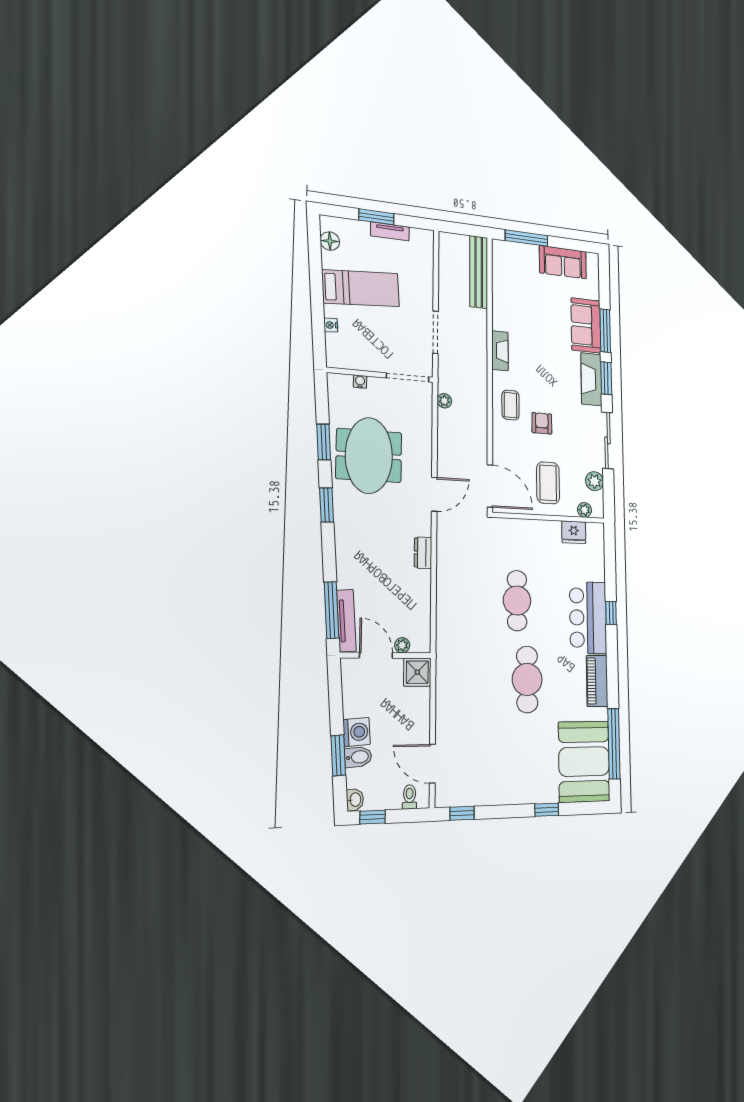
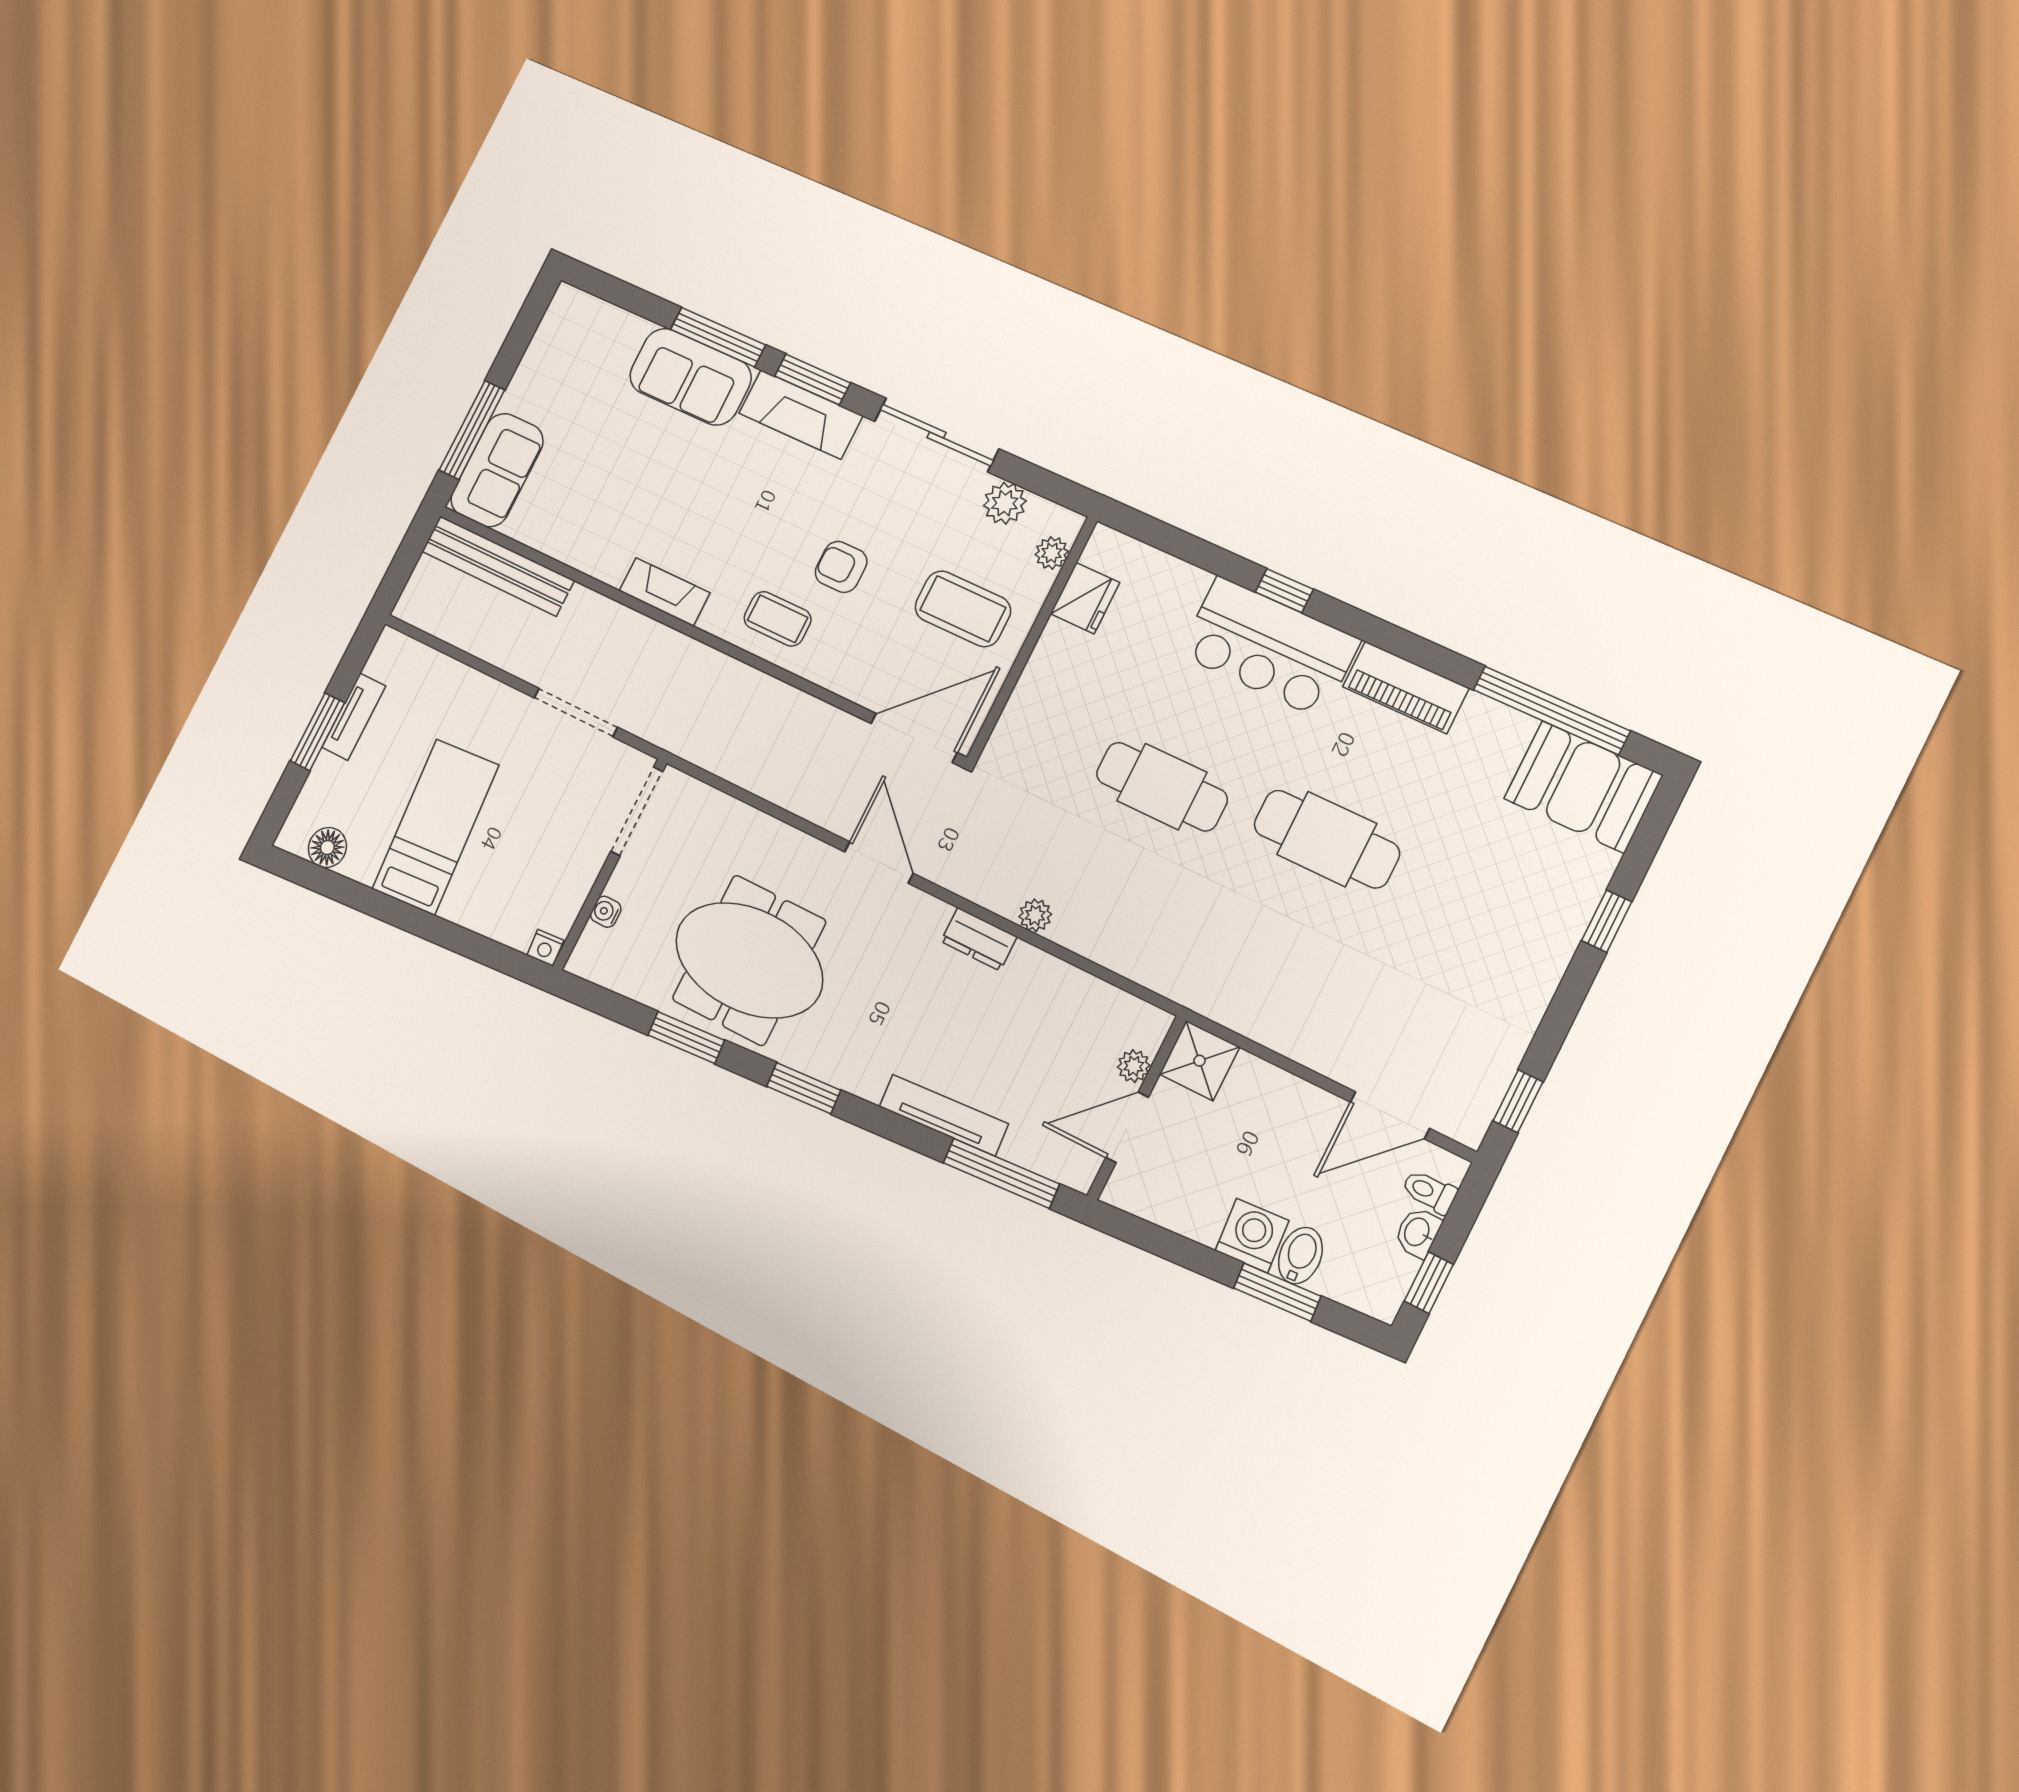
sofa: (563, 262) -> (497, 470), moved
nightstand: (331, 325) -> (545, 948), moved
plant: (444, 401) -> (1035, 915), moved
tv unit: (346, 621) -> (944, 1115), moved
booth: (584, 762) -> (1583, 787), width x0.73, depth x0.70
washbasin: (355, 800) -> (1418, 1232), moved, turned -86

